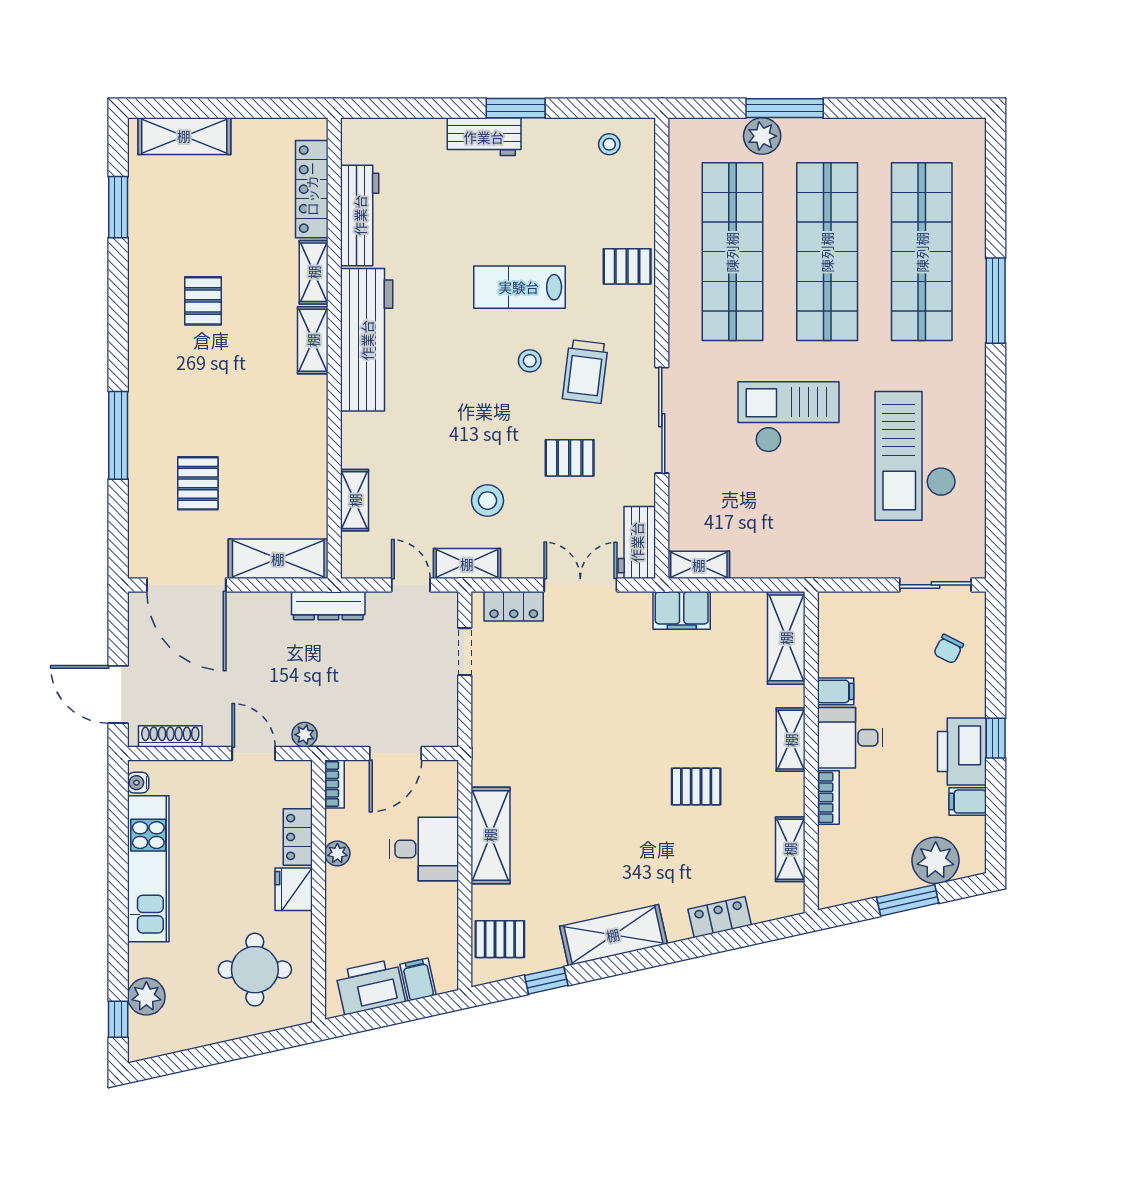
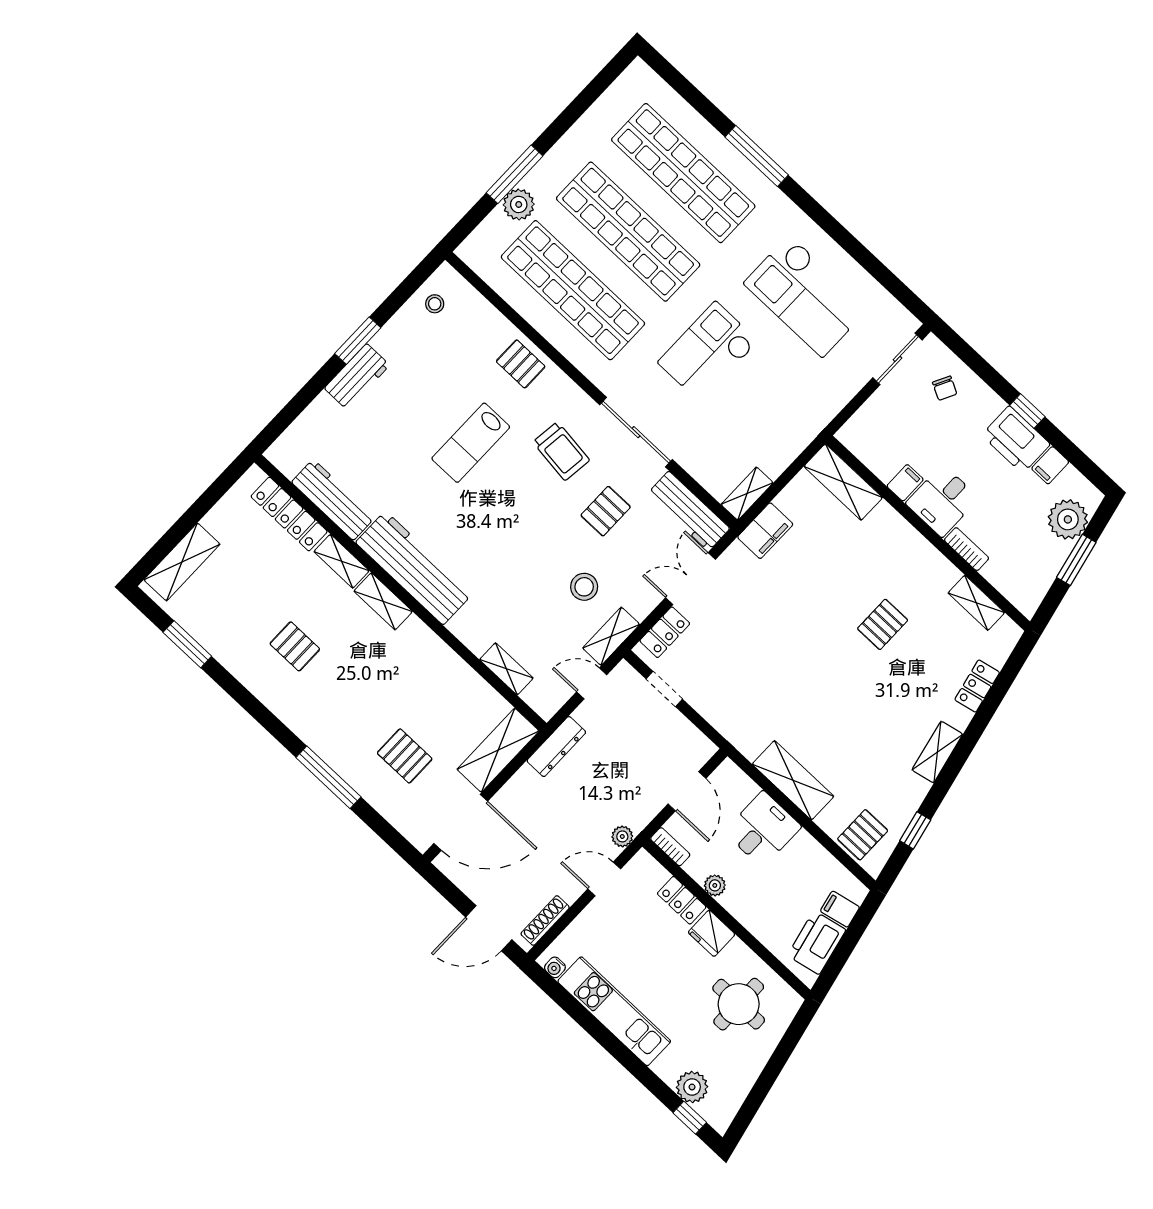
pallet: (627, 266) -> (521, 364), turned 90
stool: (530, 361) -> (522, 479), removed
workbench: (637, 542) -> (689, 511), width x1.38
shelving: (791, 740) -> (909, 539), removed
shelving: (613, 935) -> (937, 752), width x0.67, depth x0.75

